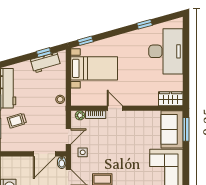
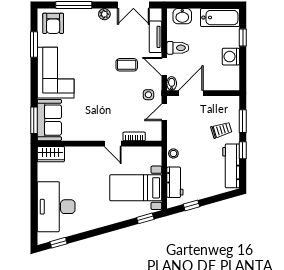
window: (145, 24) -> (58, 243), moved
workbench: (46, 63) -> (175, 182), moved, turned 106
plant: (80, 115) -> (151, 136), removed

